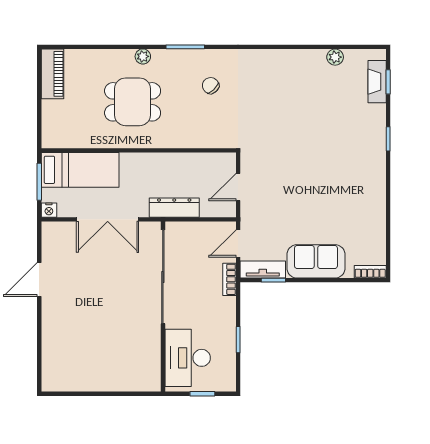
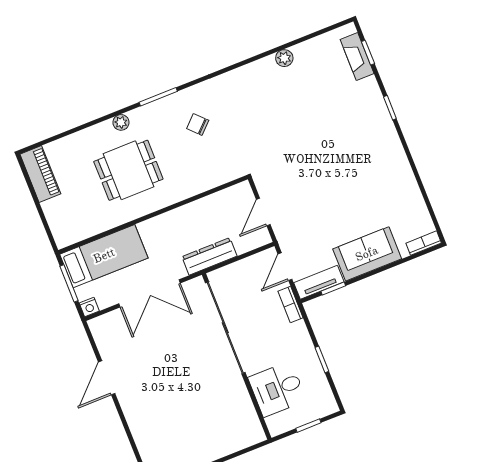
plant: (335, 57) -> (284, 58), moved
desk: (188, 358) -> (277, 389), width x0.73

